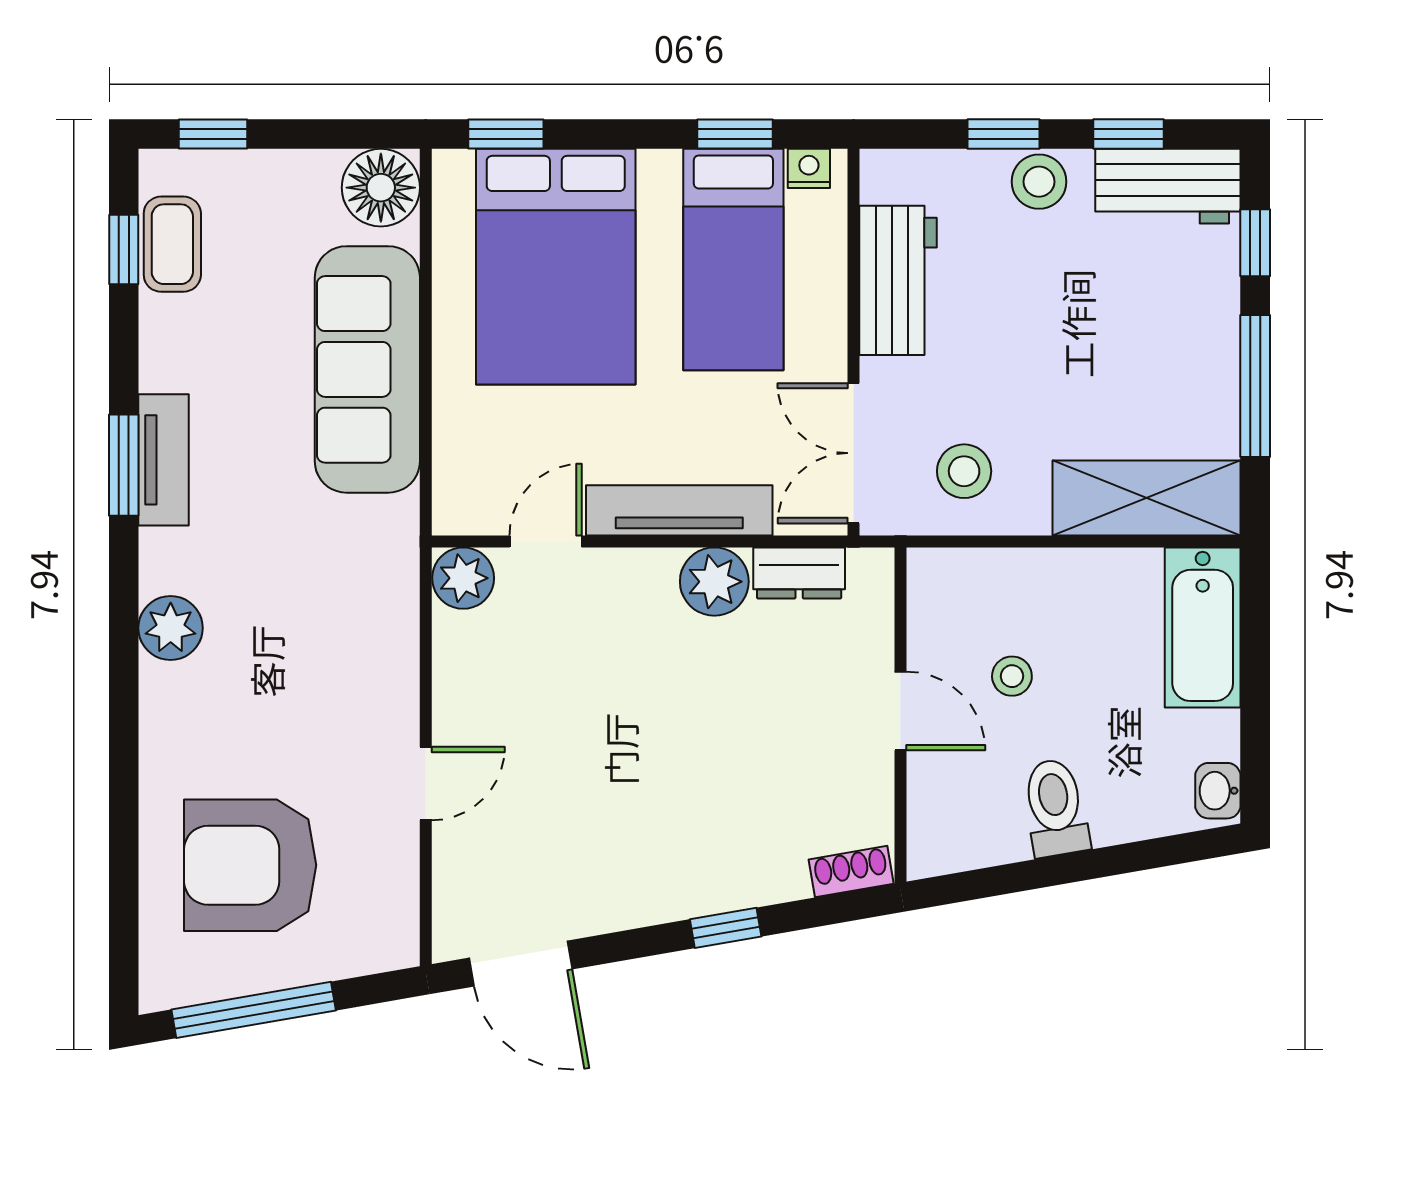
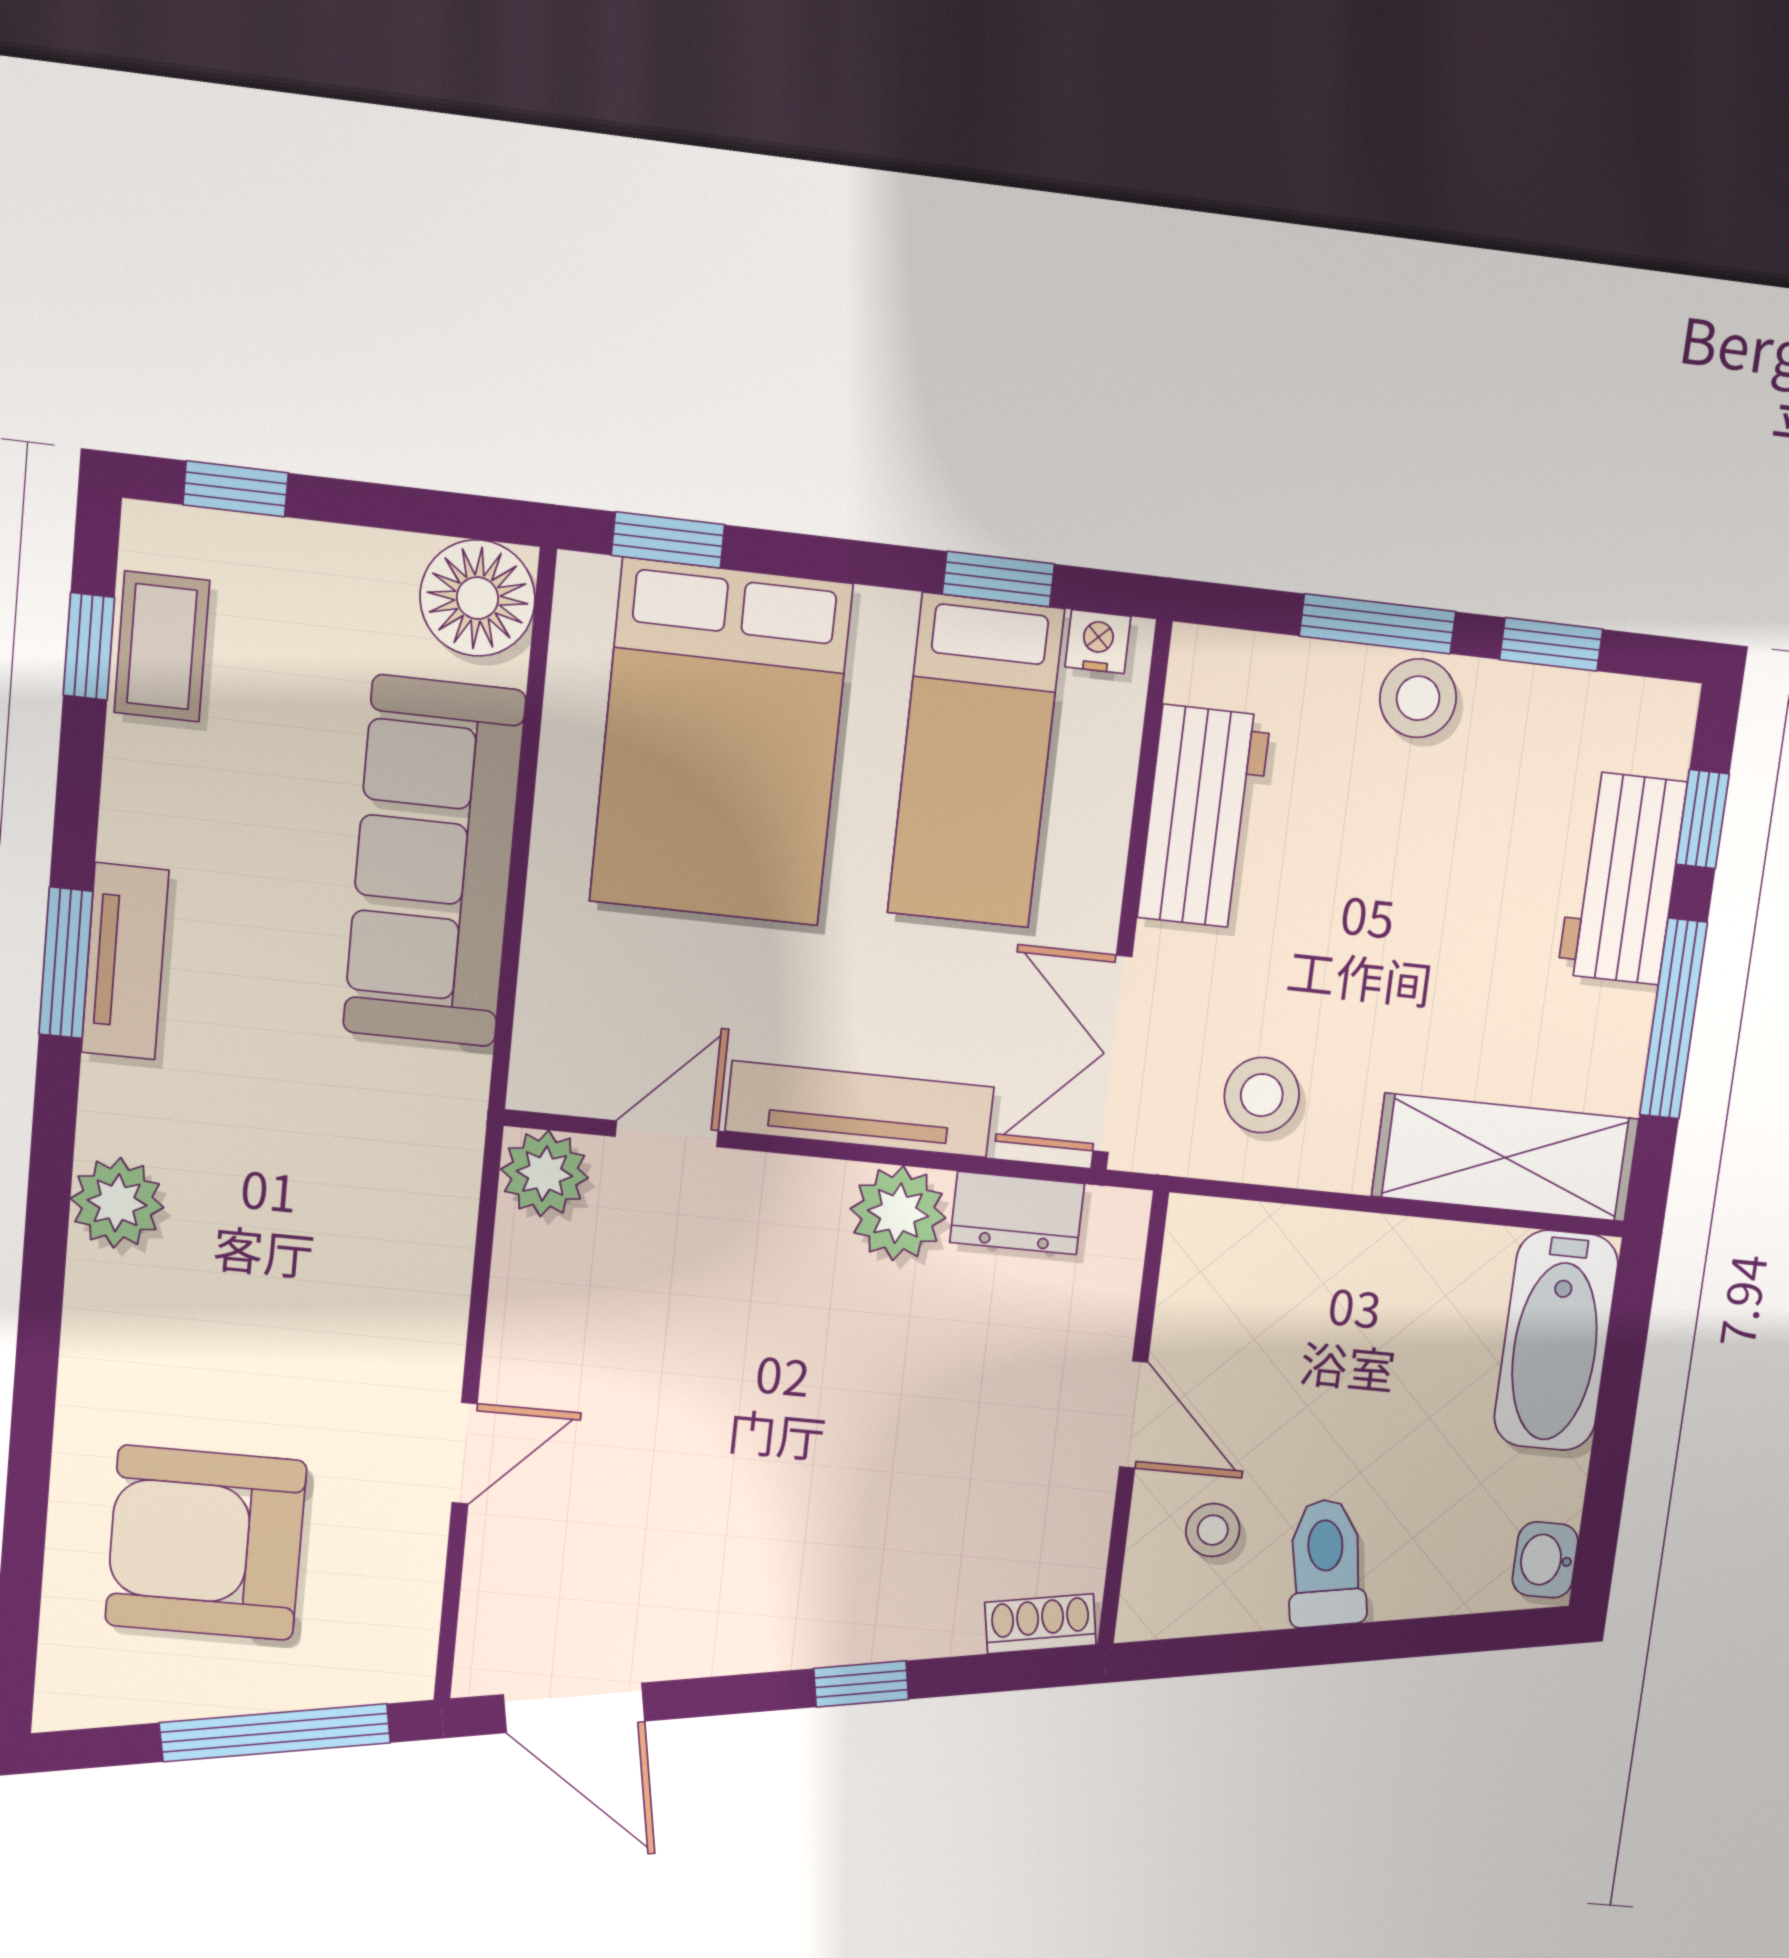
window: (1003, 134) -> (1378, 624), width x1.50
workbench: (1168, 186) -> (1622, 878), moved, turned 90
stool: (1012, 676) -> (1213, 1530), moved
window: (254, 1010) -> (275, 1733), moved

